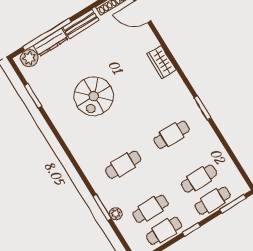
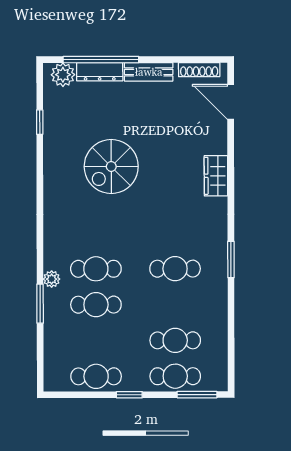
window: (33, 96) -> (40, 122), width x0.67
cafe table: (150, 209) -> (96, 305), moved
plant: (116, 214) -> (52, 279), moved

